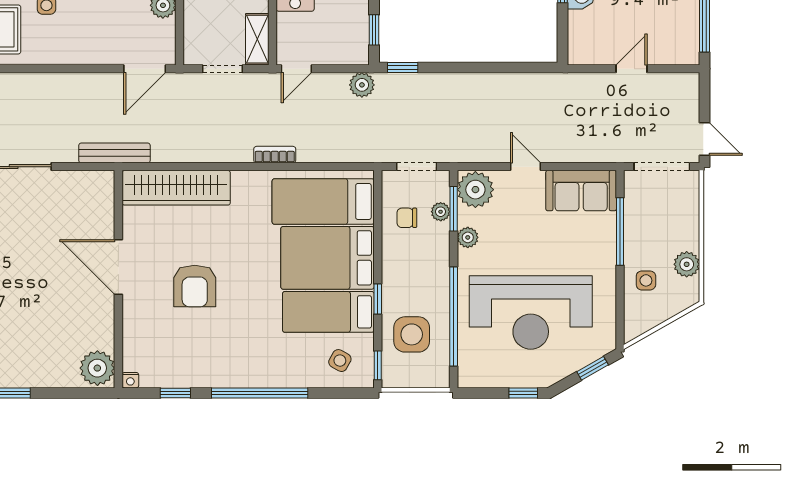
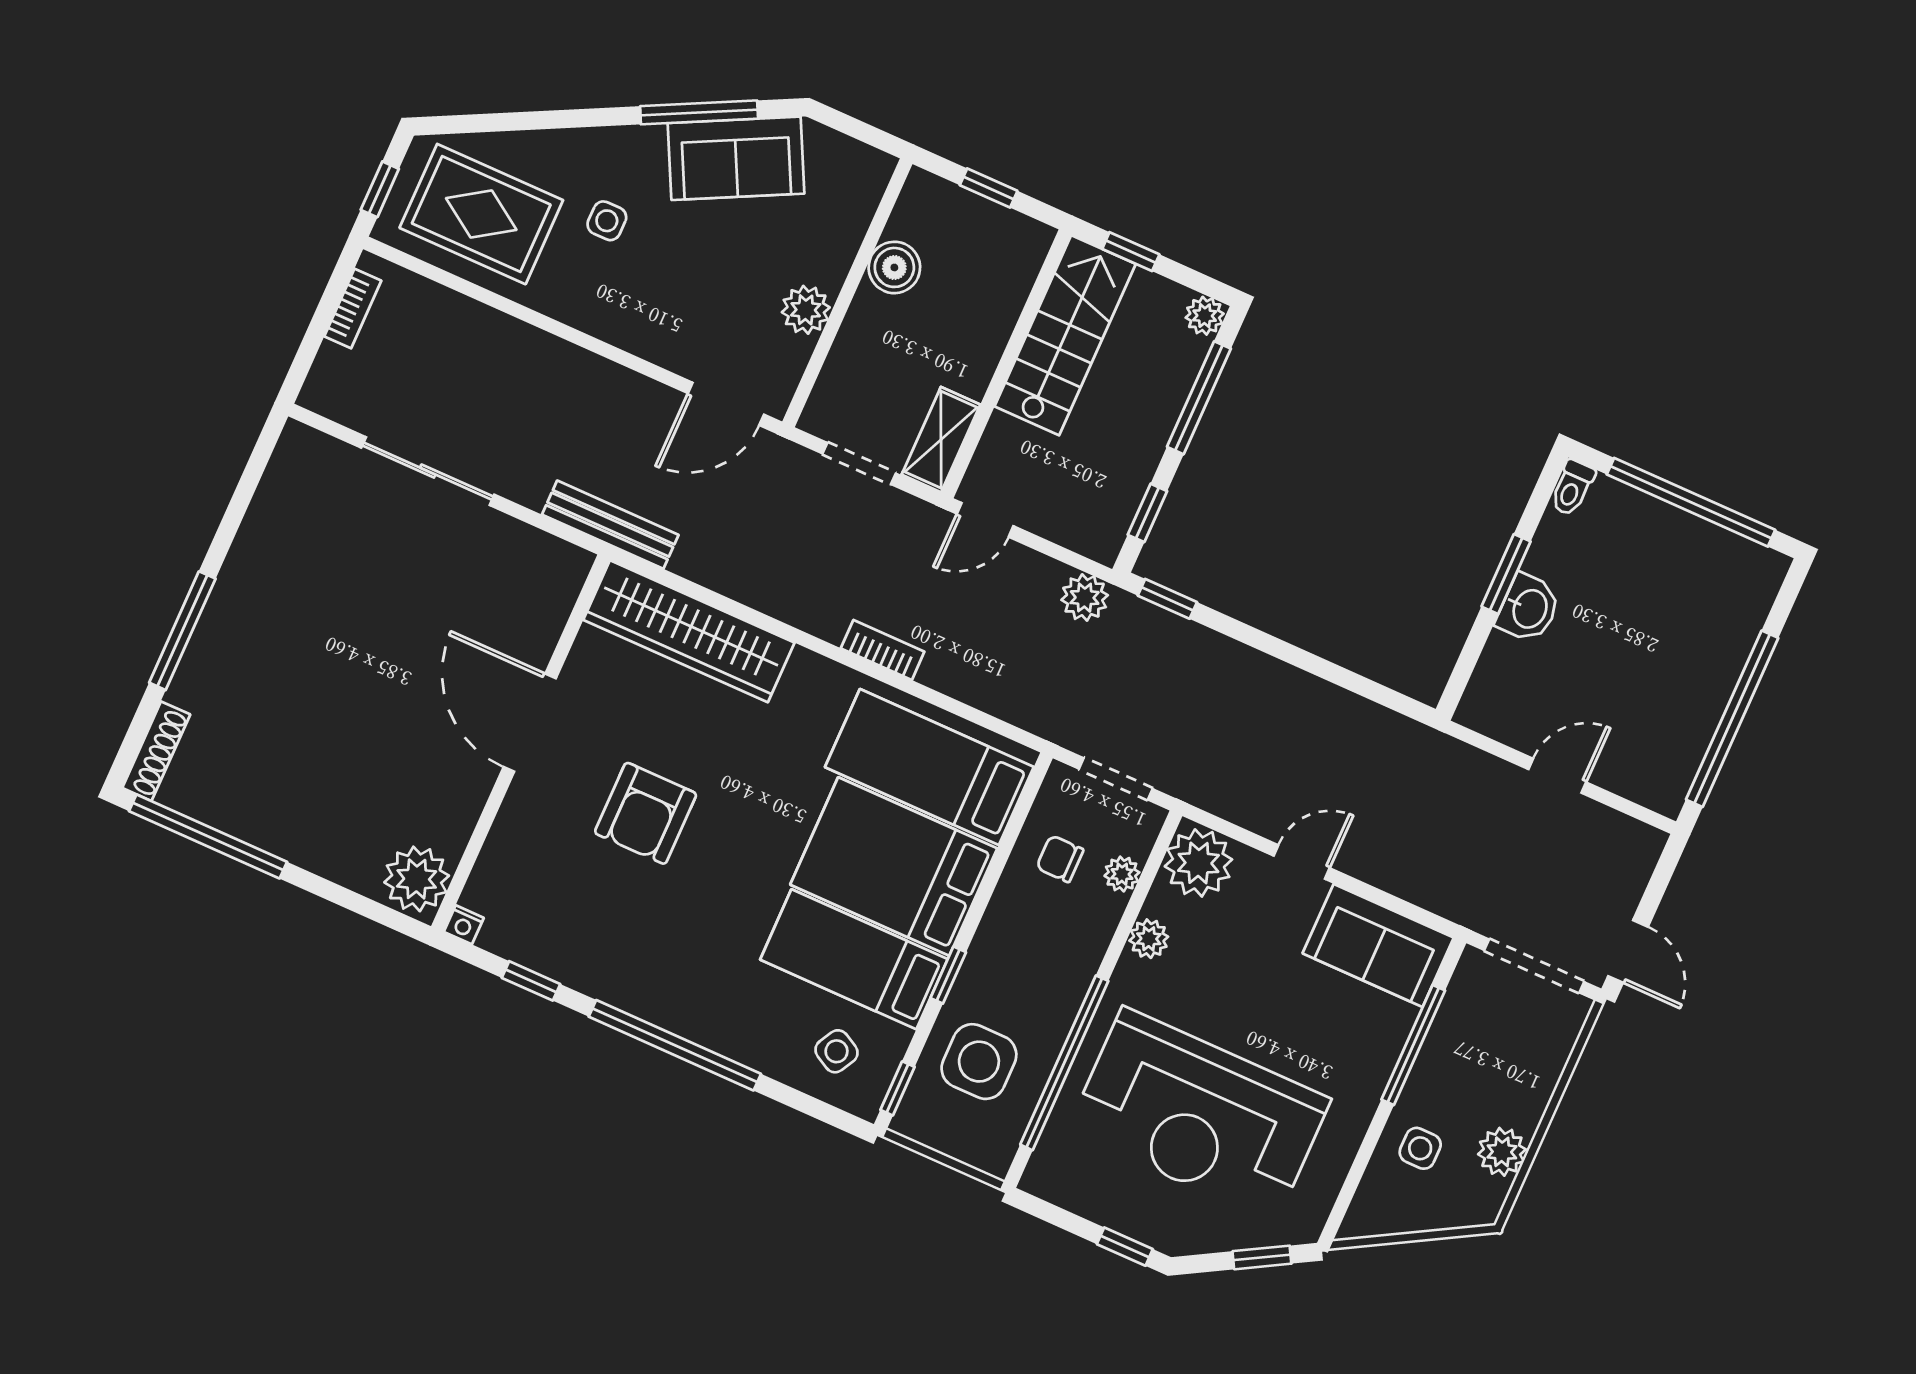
door: (526, 167) -> (1302, 862), hinge flipped
window: (454, 209) -> (1147, 879), removed

